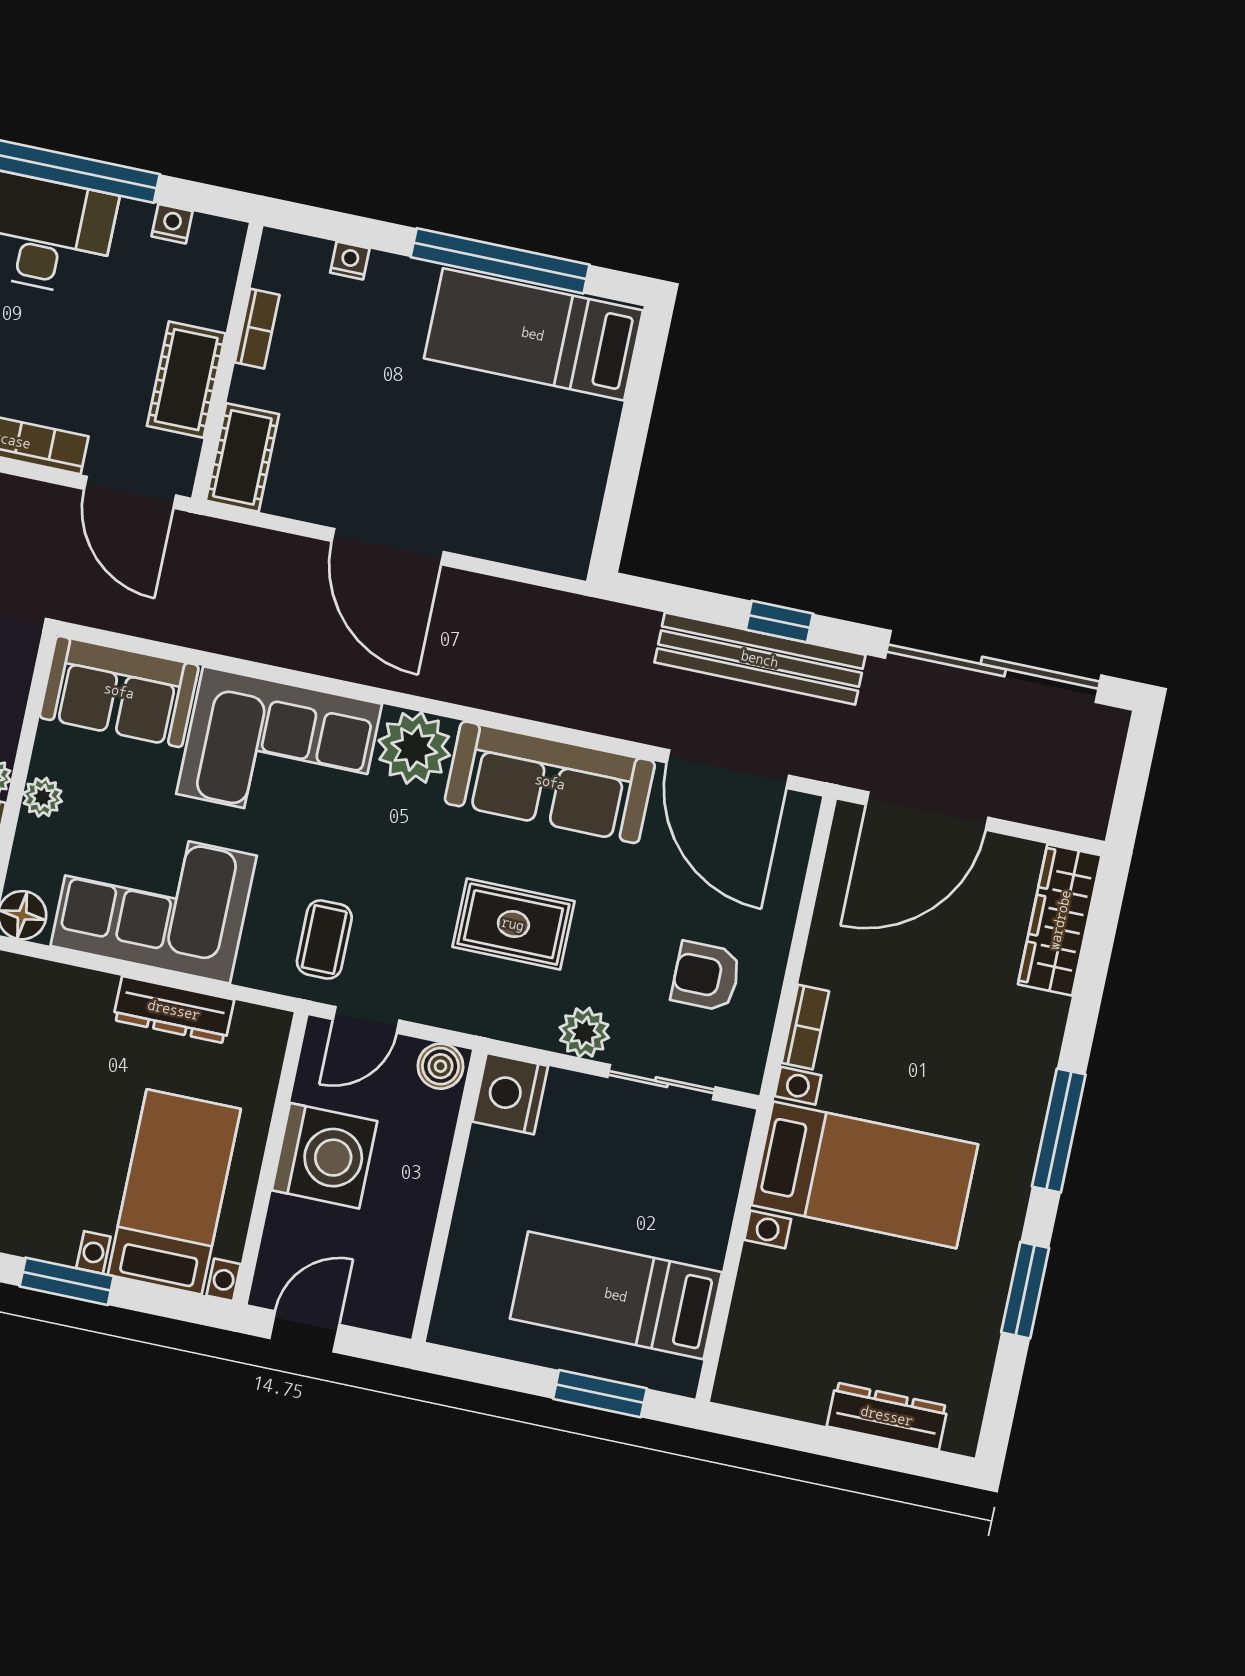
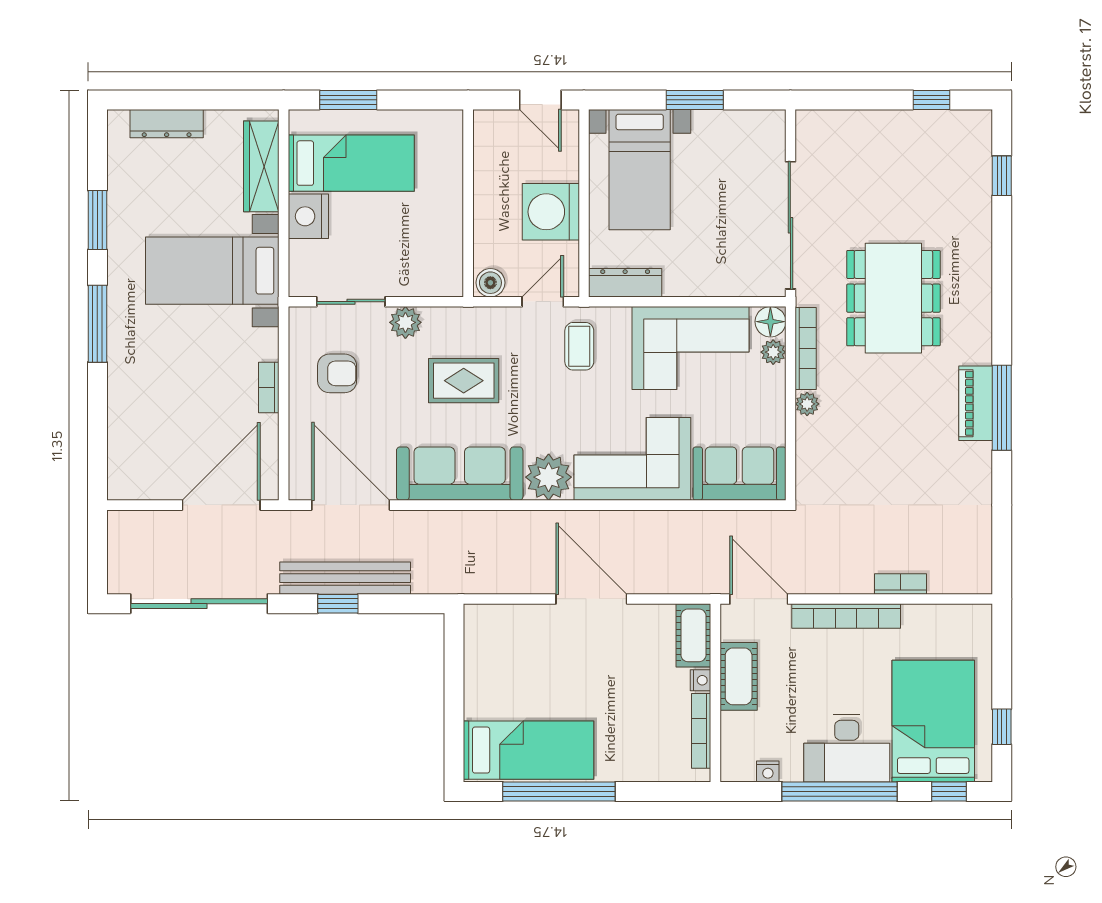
nightstand: (350, 260) -> (701, 680), moved, turned -90
bookcase: (257, 329) -> (701, 731), width x1.56
plant: (43, 797) -> (773, 352), moved
wardrobe: (1060, 920) -> (261, 166), moved, turned 180
dresser: (174, 1010) -> (625, 283), moved
bookcase: (805, 1027) -> (269, 387), moved
nightstand: (510, 1094) -> (308, 216), moved, turned 180
door: (304, 1331) -> (540, 100), hinge flipped

